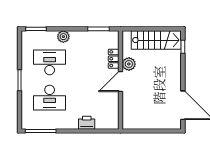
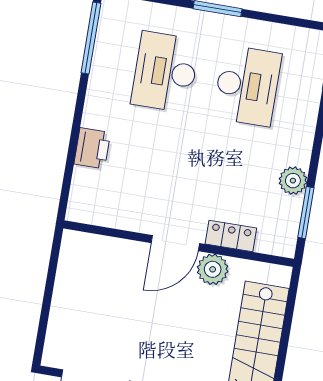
plant: (63, 37) -> (293, 181), moved
door: (120, 81) -> (175, 243), swing flipped

